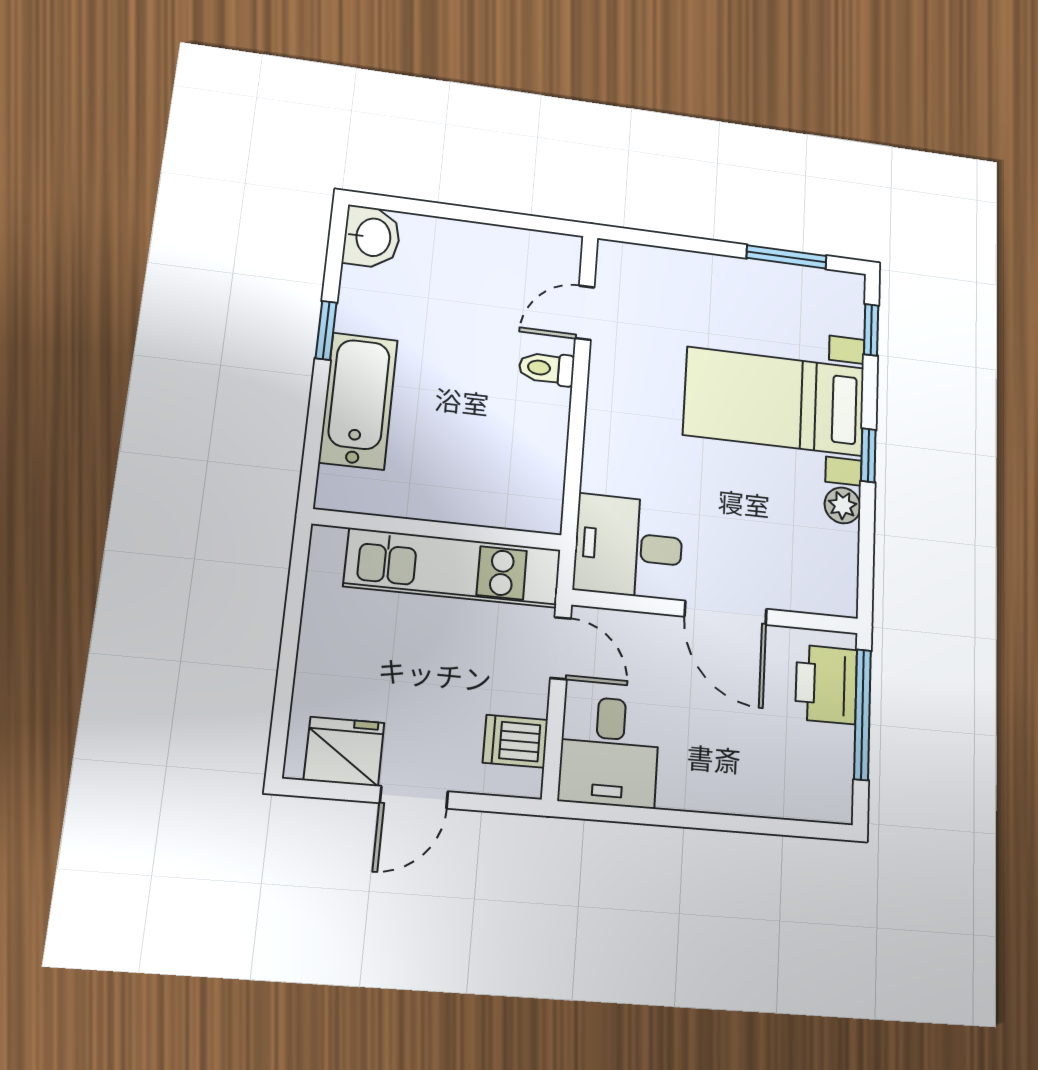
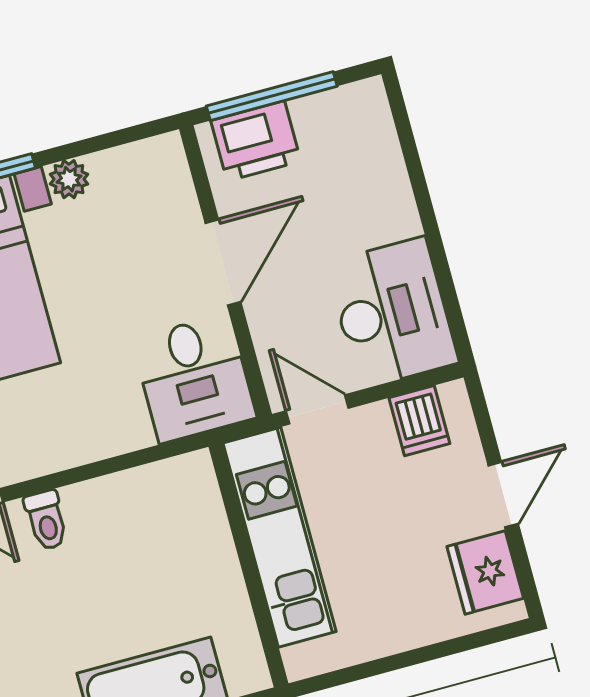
door: (561, 648) -> (317, 409), hinge flipped
desk: (609, 751) -> (392, 313), width x1.37
door: (414, 797) -> (503, 495), hinge flipped

